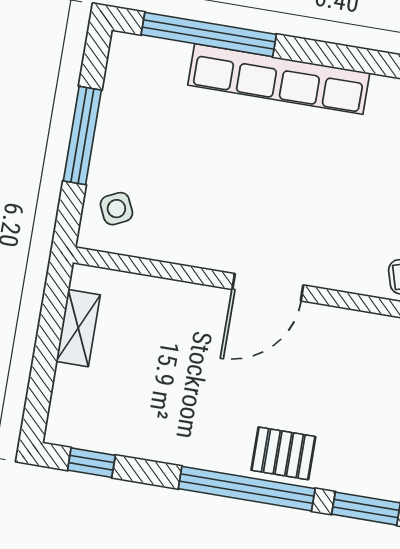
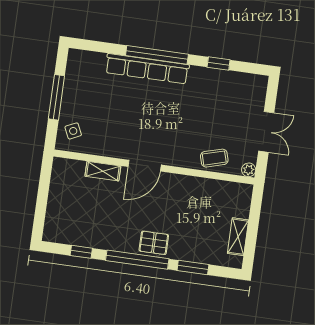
window: (209, 34) -> (157, 55), moved
shelving: (78, 328) -> (103, 171), moved, turned 90
window: (91, 463) -> (81, 252), moved

